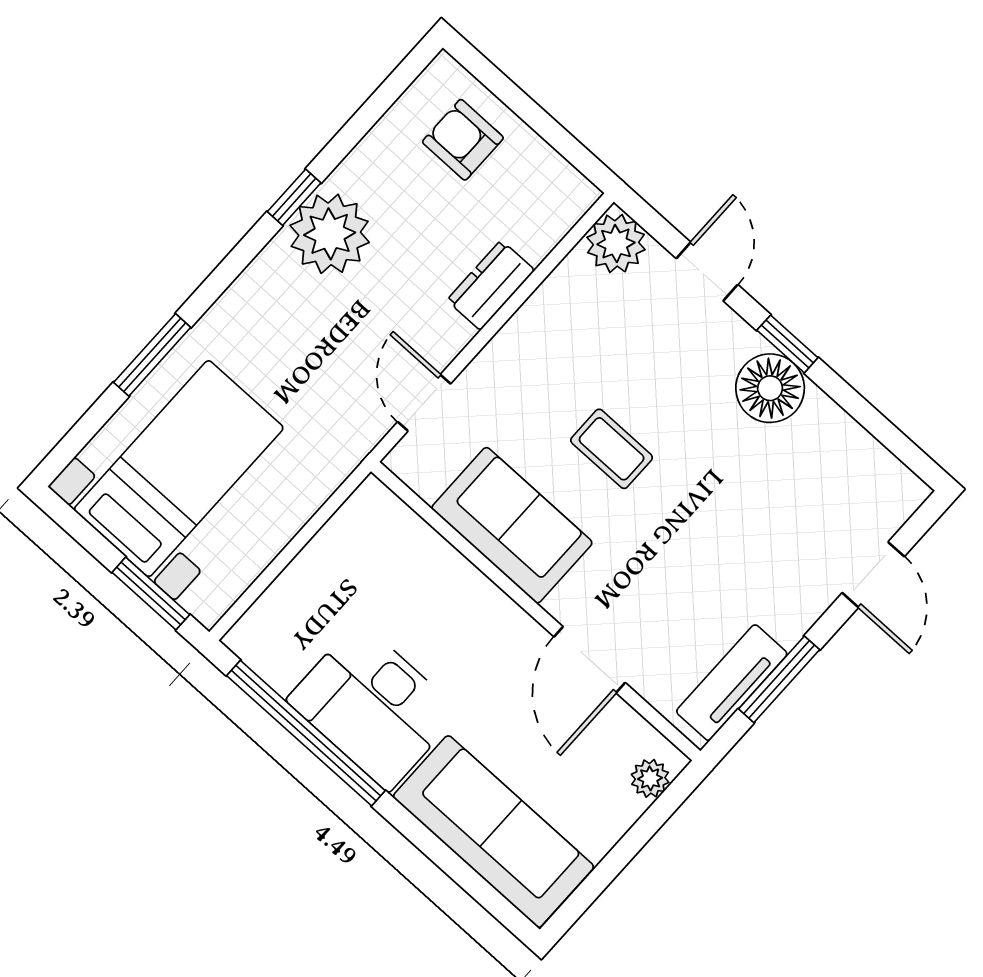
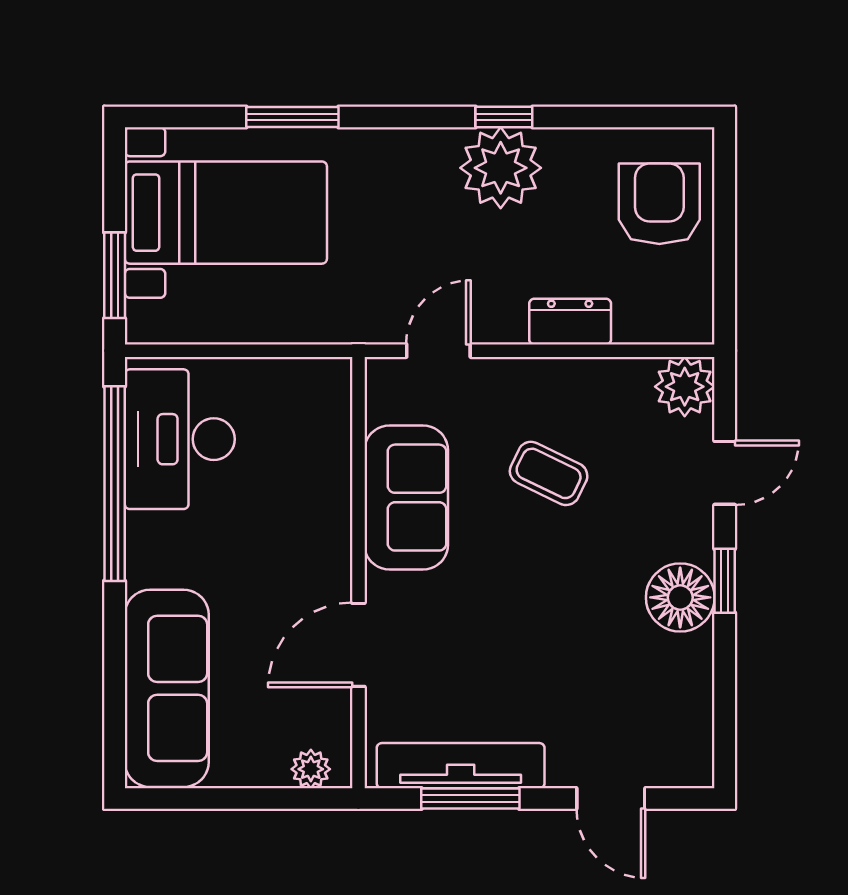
armchair: (463, 140) -> (659, 204), width x1.38, depth x1.38
coffee table: (612, 449) -> (549, 473), moved, turned -64
door: (873, 575) -> (611, 799), hinge flipped
tv unit: (732, 683) -> (461, 766), width x1.41
desk: (373, 706) -> (180, 439), moved

